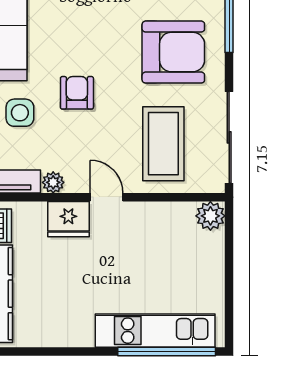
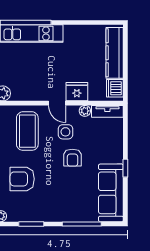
armchair: (173, 52) -> (22, 179), width x0.73, depth x0.73
side table: (20, 113) -> (65, 132), moved

